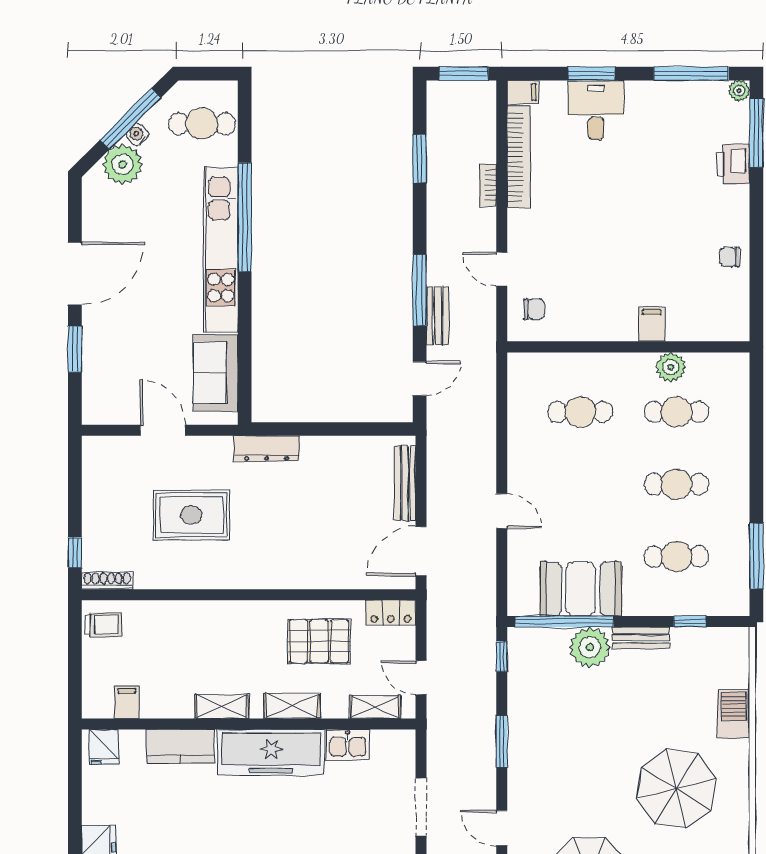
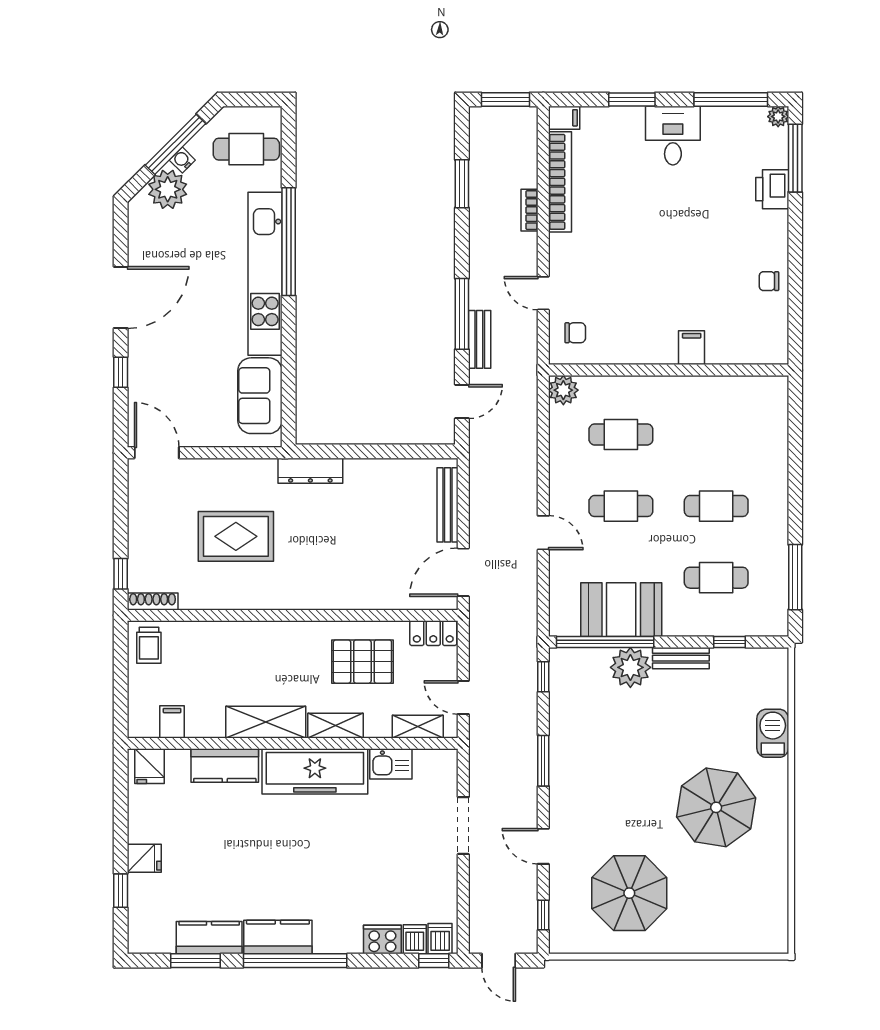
desk: (596, 110) -> (673, 136), moved
window: (75, 349) -> (121, 372), width x0.67
plant: (671, 367) -> (563, 390), moved
cafe table: (676, 412) -> (621, 506), moved
door: (163, 430) -> (157, 453), moved
trolley: (104, 625) -> (149, 645), turned 90
shelving: (222, 706) -> (266, 722), width x1.50, depth x1.33

